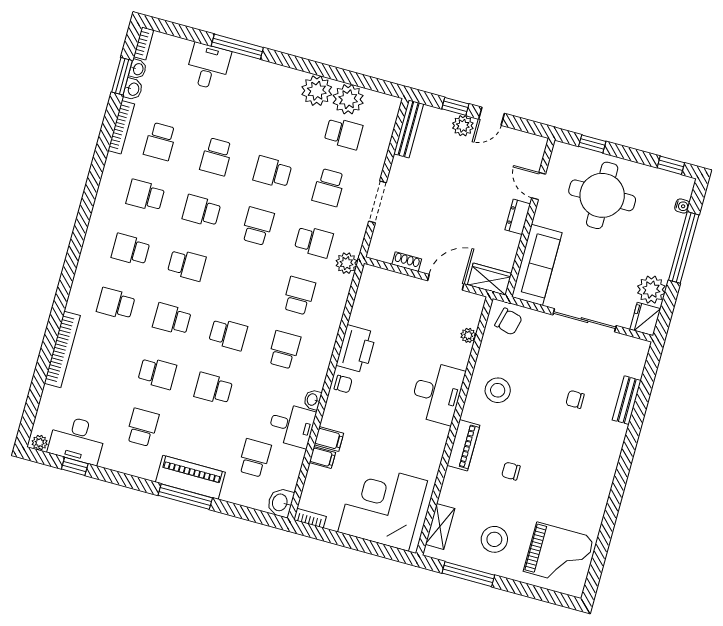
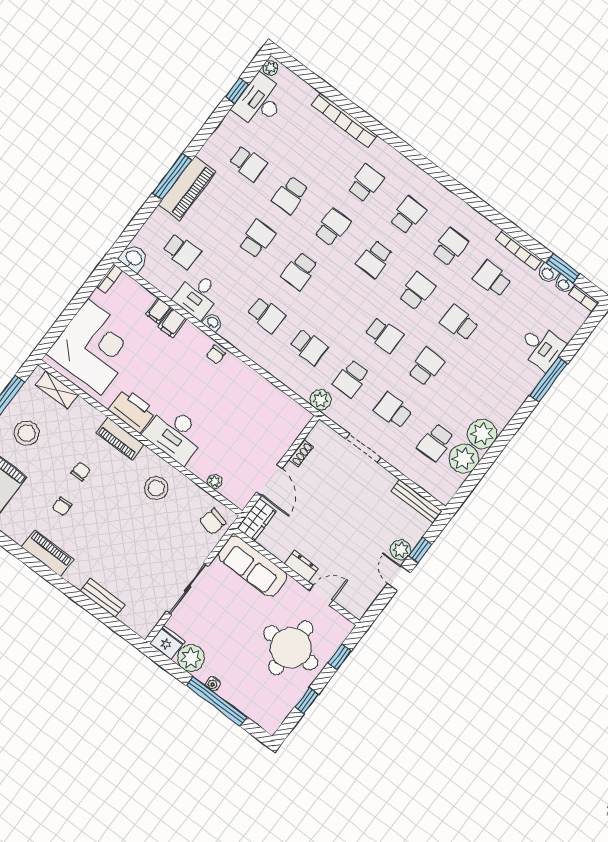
window: (671, 165) -> (307, 701), moved
water cooler: (682, 206) -> (213, 684), moved
printer: (356, 349) -> (132, 410), moved, turned 180
chair: (575, 399) -> (62, 506), moved, turned 180
piano: (604, 472) -> (48, 553), added

